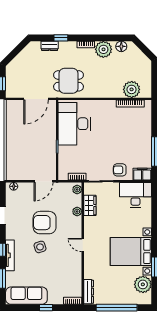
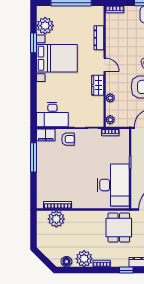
dining table: (69, 81) -> (119, 227), turned 90
wardrobe: (90, 205) -> (98, 85), moved
dresser: (89, 292) -> (99, 38), moved

